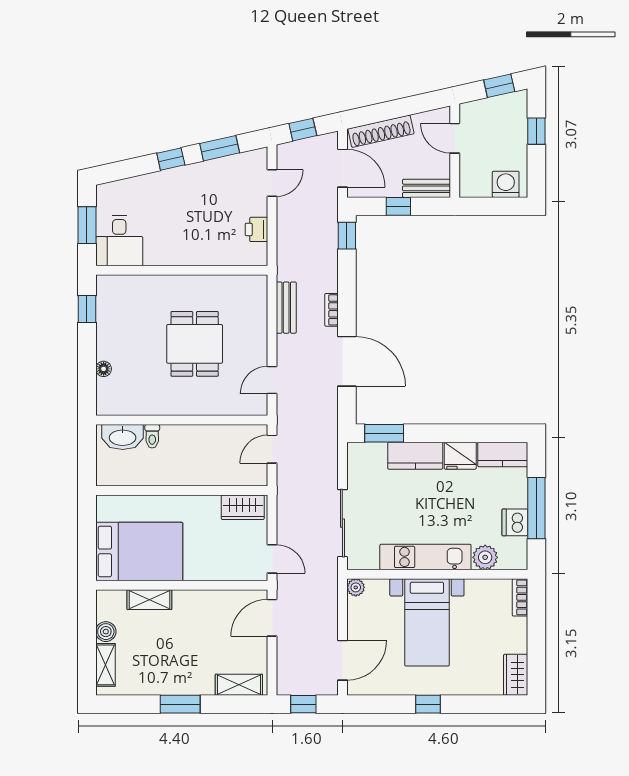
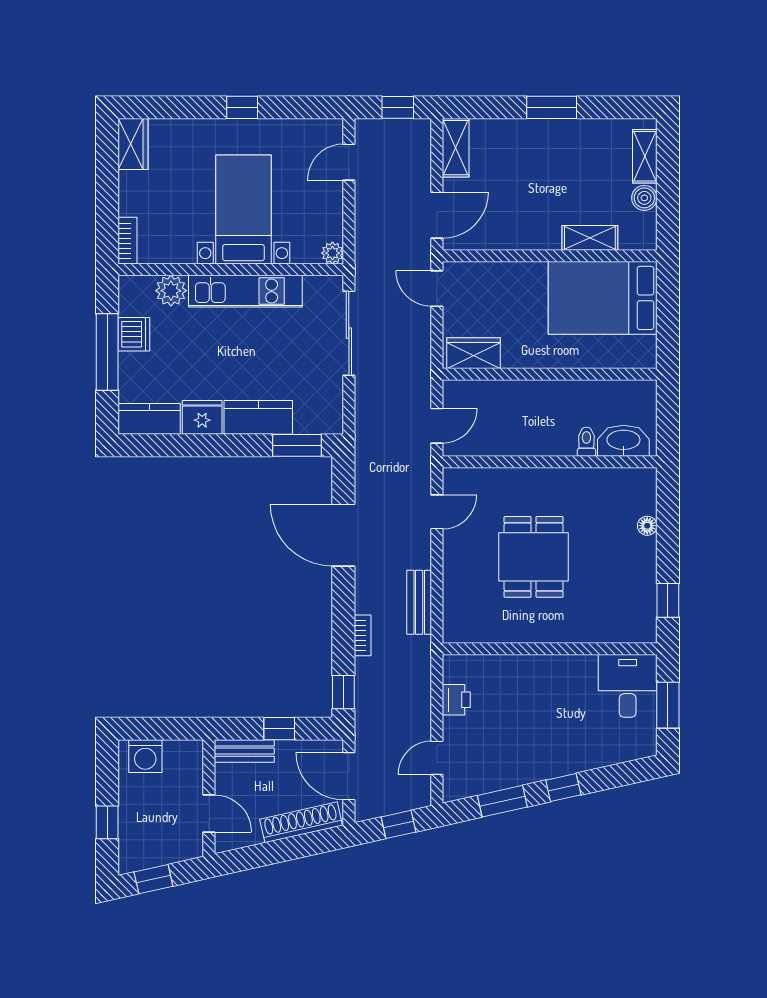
bookcase: (332, 310) -> (363, 635), moved
door: (342, 660) -> (349, 162), width x0.73
shelving: (239, 685) -> (456, 148), moved, turned 90

